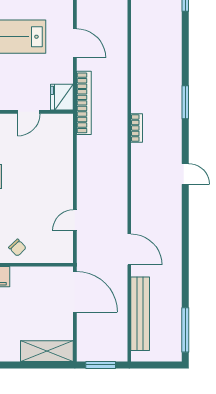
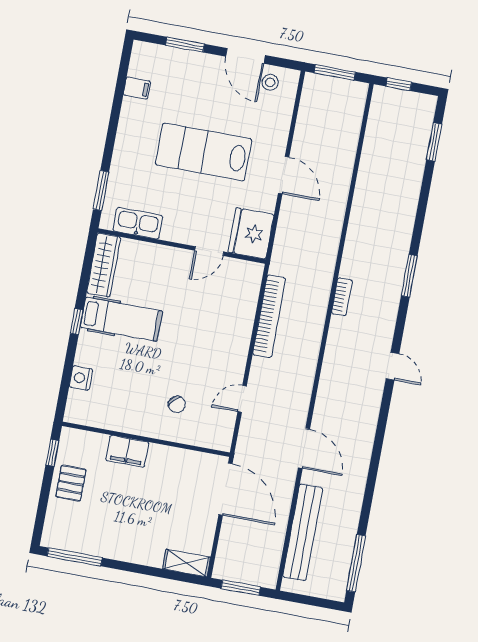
fridge: (62, 97) -> (251, 233), width x1.36, depth x1.34
bookcase: (84, 103) -> (269, 316), moved
chair: (17, 248) -> (177, 404), moved
shelving: (47, 351) -> (187, 563), width x0.67, depth x0.75

